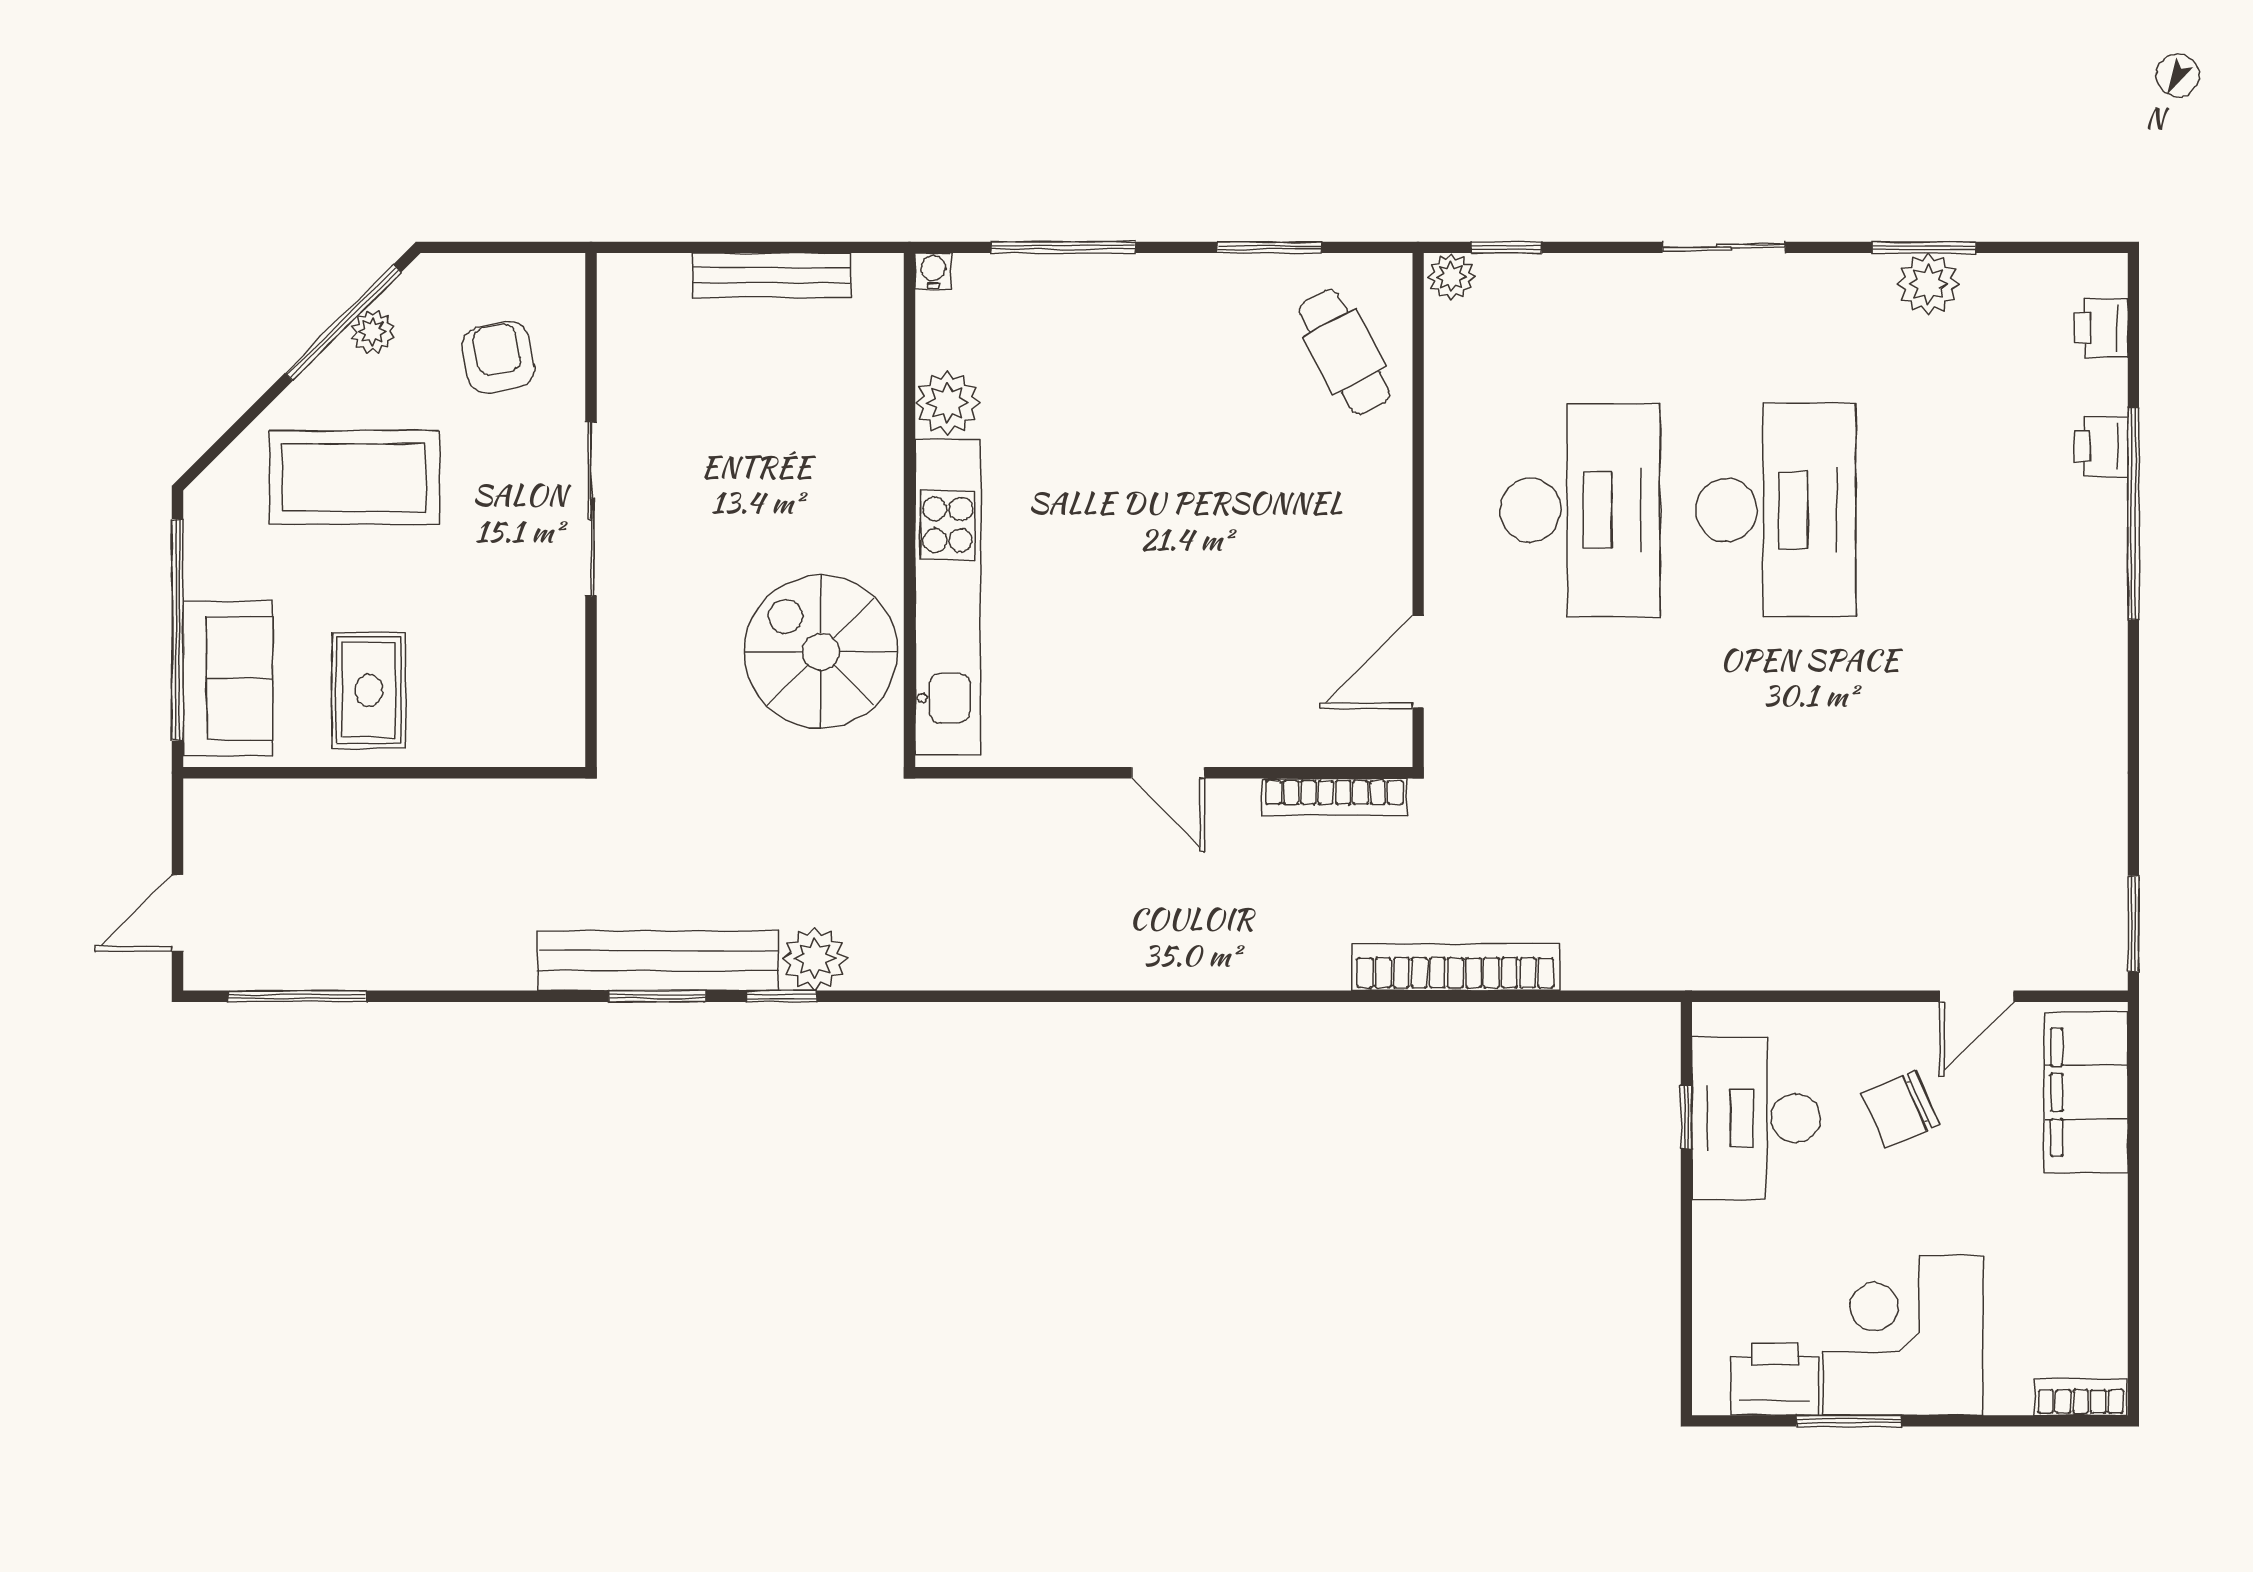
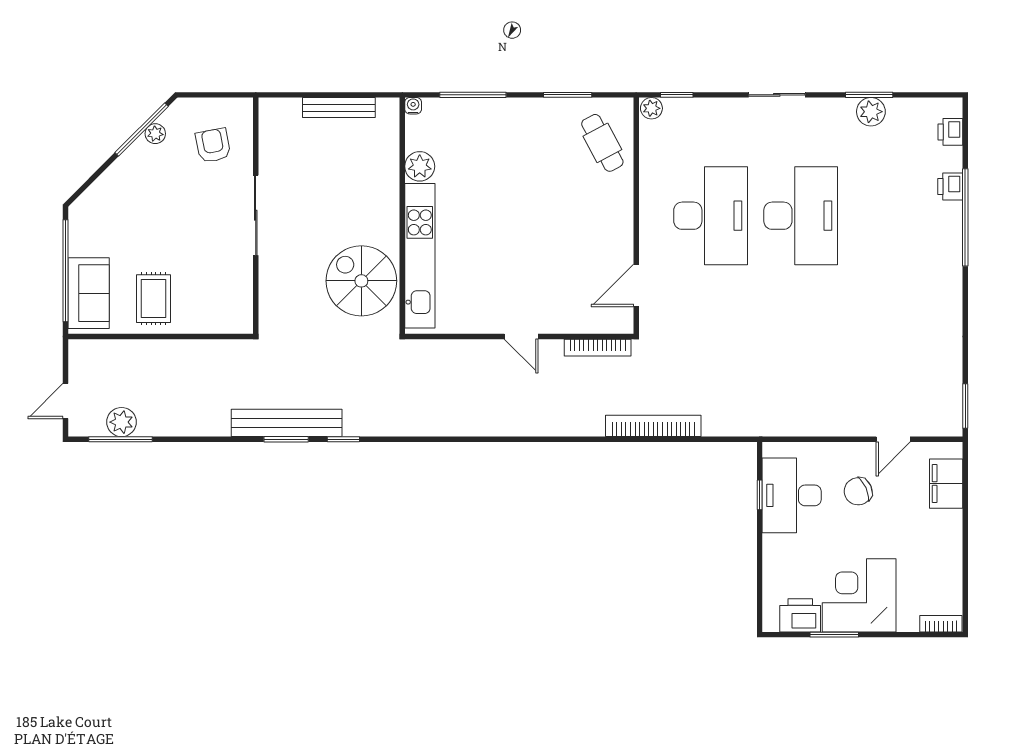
coffee table: (354, 478) -> (147, 201), removed
plant: (815, 959) -> (121, 422), moved
filing cabinet: (2086, 1092) -> (946, 484), width x0.67, depth x0.86

